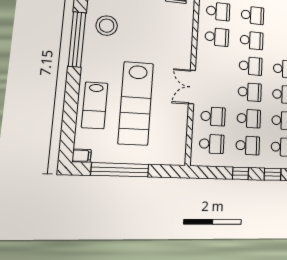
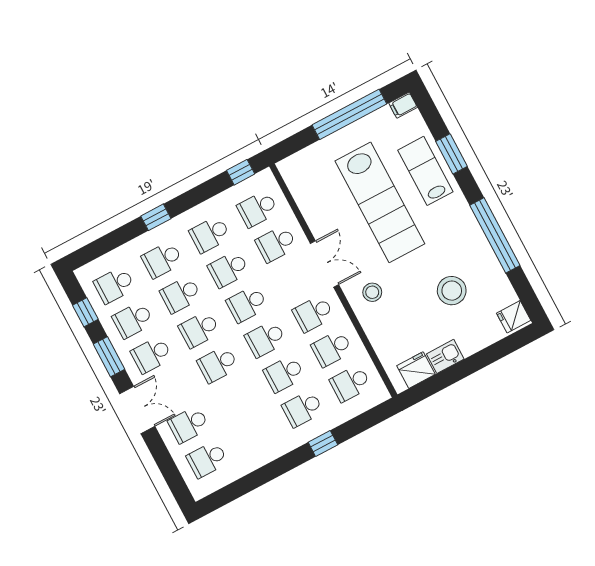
stool: (107, 26) -> (452, 291), moved
stool: (174, 53) -> (372, 292), added
school desk: (216, 63) -> (313, 314), added
lab bench: (136, 103) -> (380, 202), turned 180
window: (71, 106) -> (452, 154), added
window: (241, 173) -> (241, 172), moved

